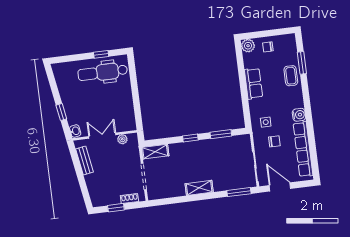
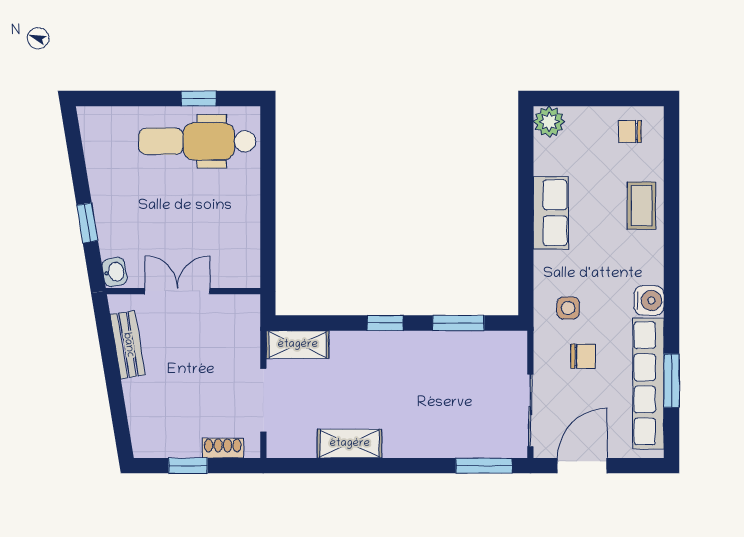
chair: (268, 47) -> (630, 132), moved
window: (302, 63) -> (672, 381), moved
plant: (122, 139) -> (224, 306), removed
door: (280, 187) -> (582, 466), hinge flipped
shelving: (199, 188) -> (350, 444), moved

